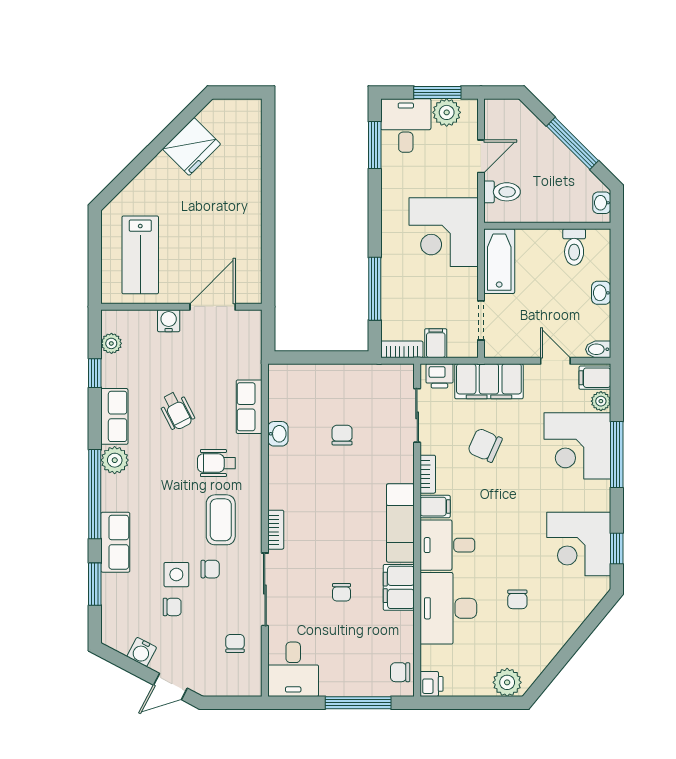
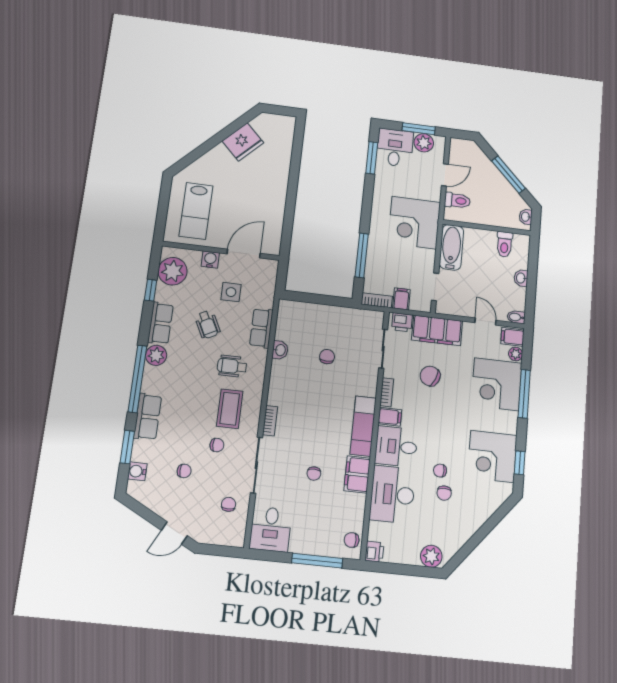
plant: (111, 343) -> (173, 271), width x1.87, depth x1.87
chair: (509, 570) -> (440, 471), added
side table: (176, 575) -> (231, 292), moved
water cooler: (142, 652) -> (137, 471), moved, turned 62

